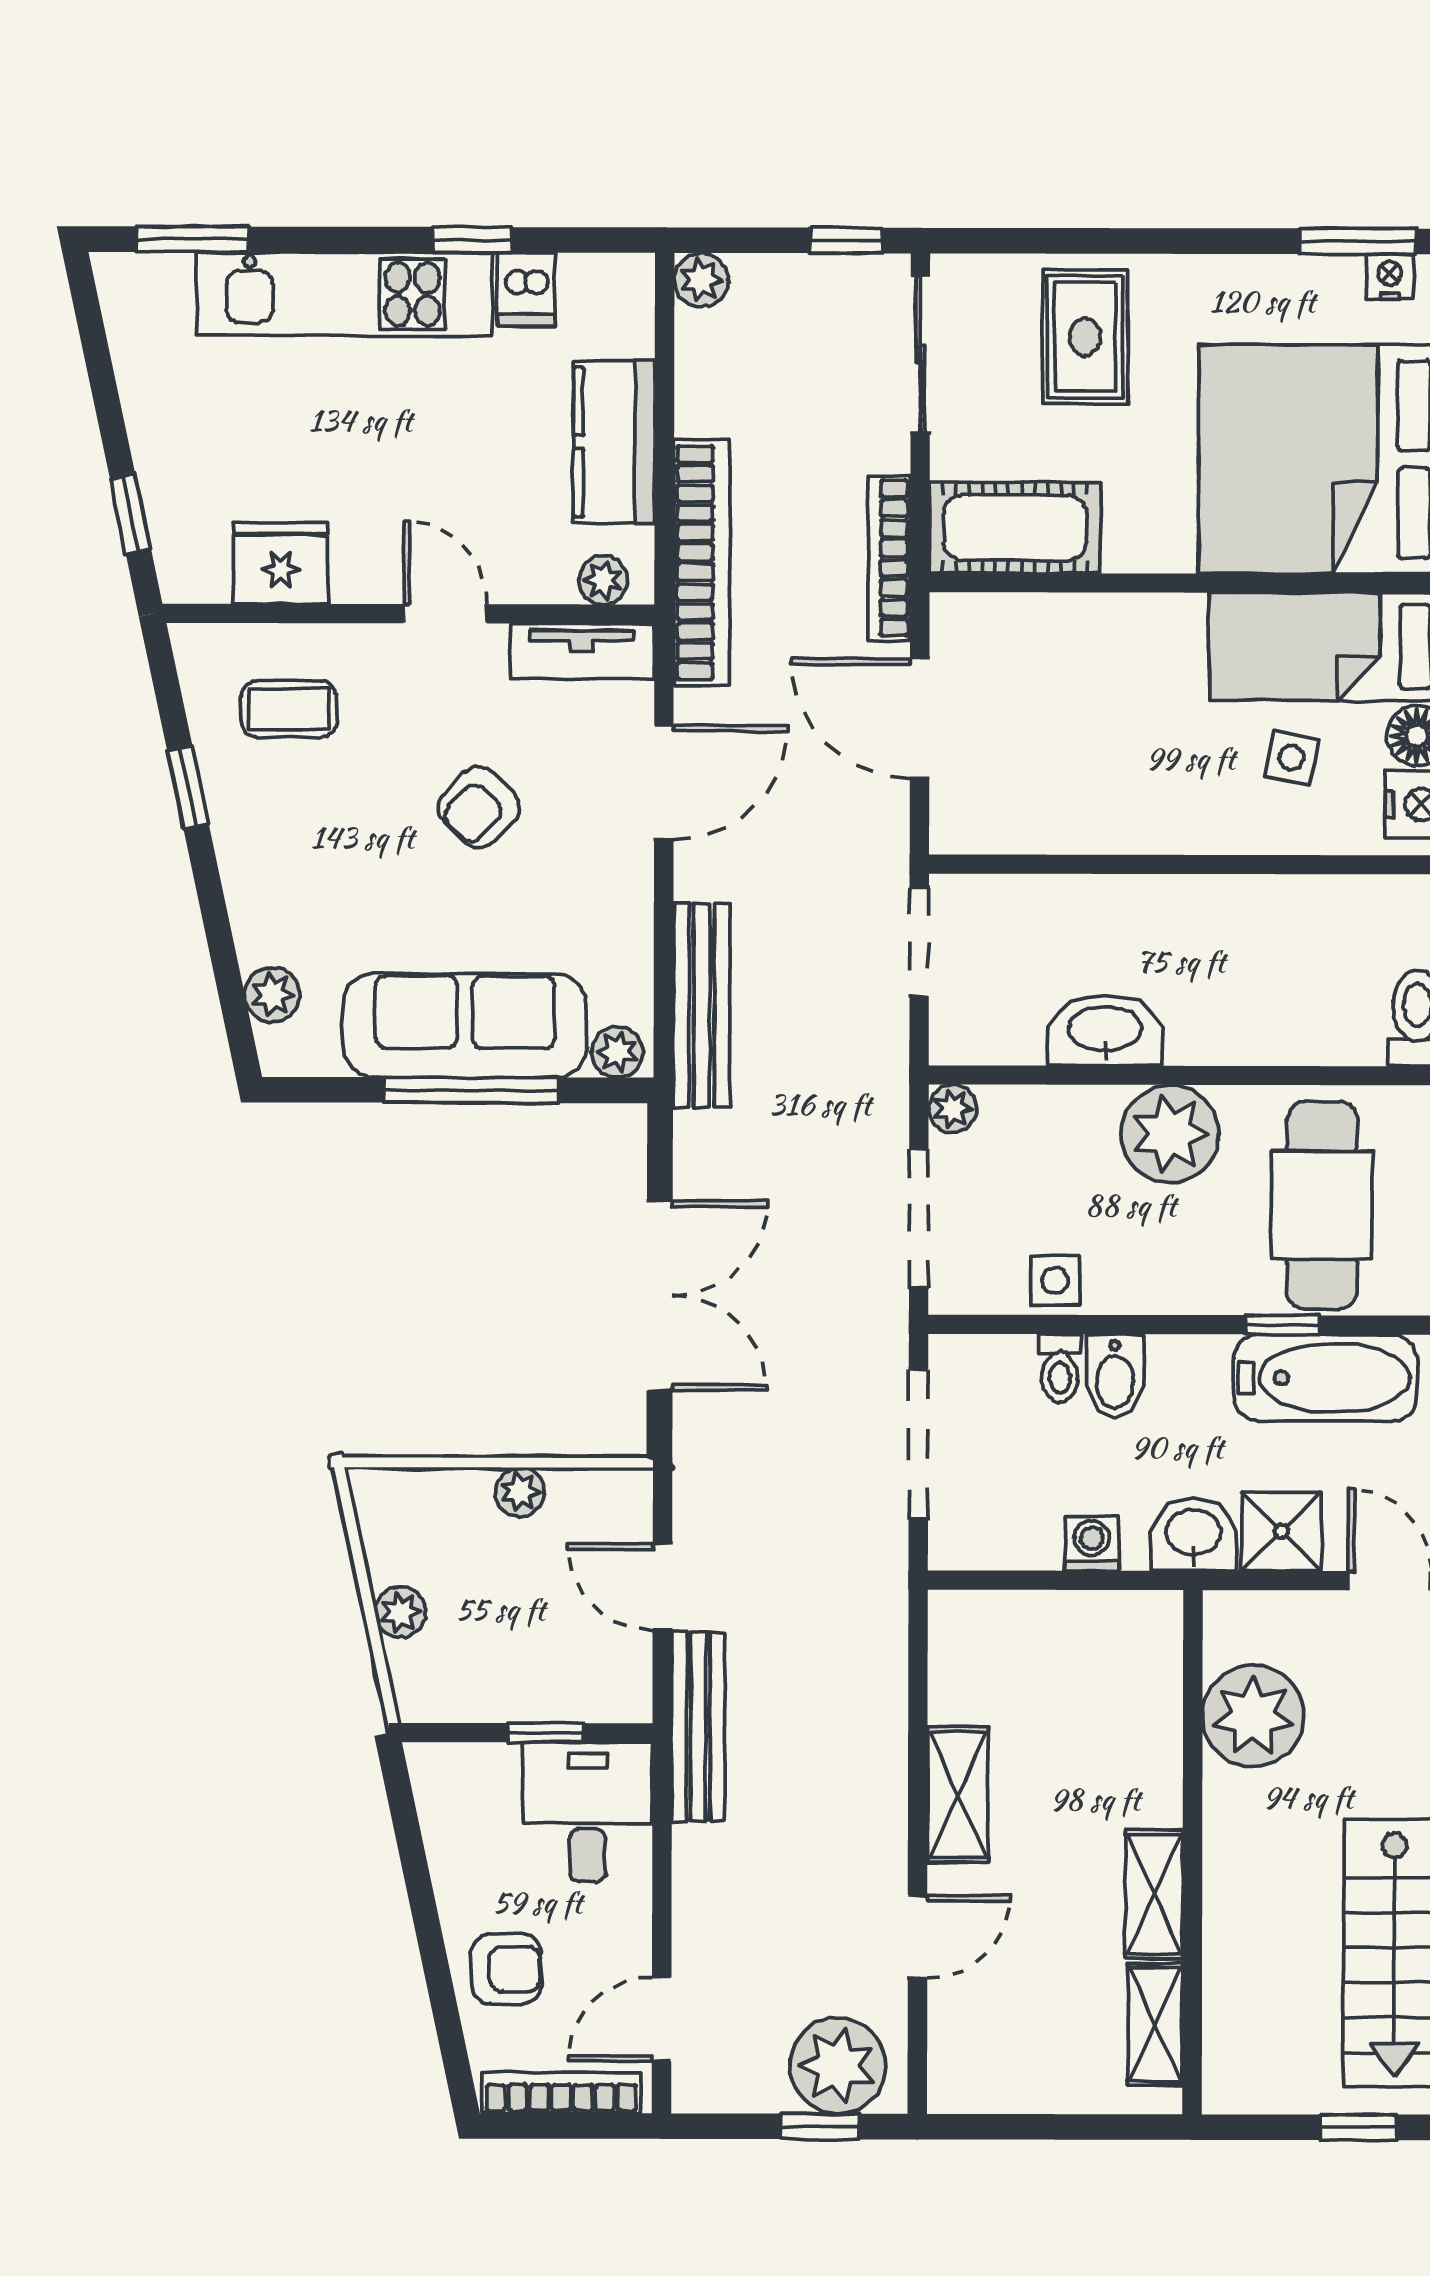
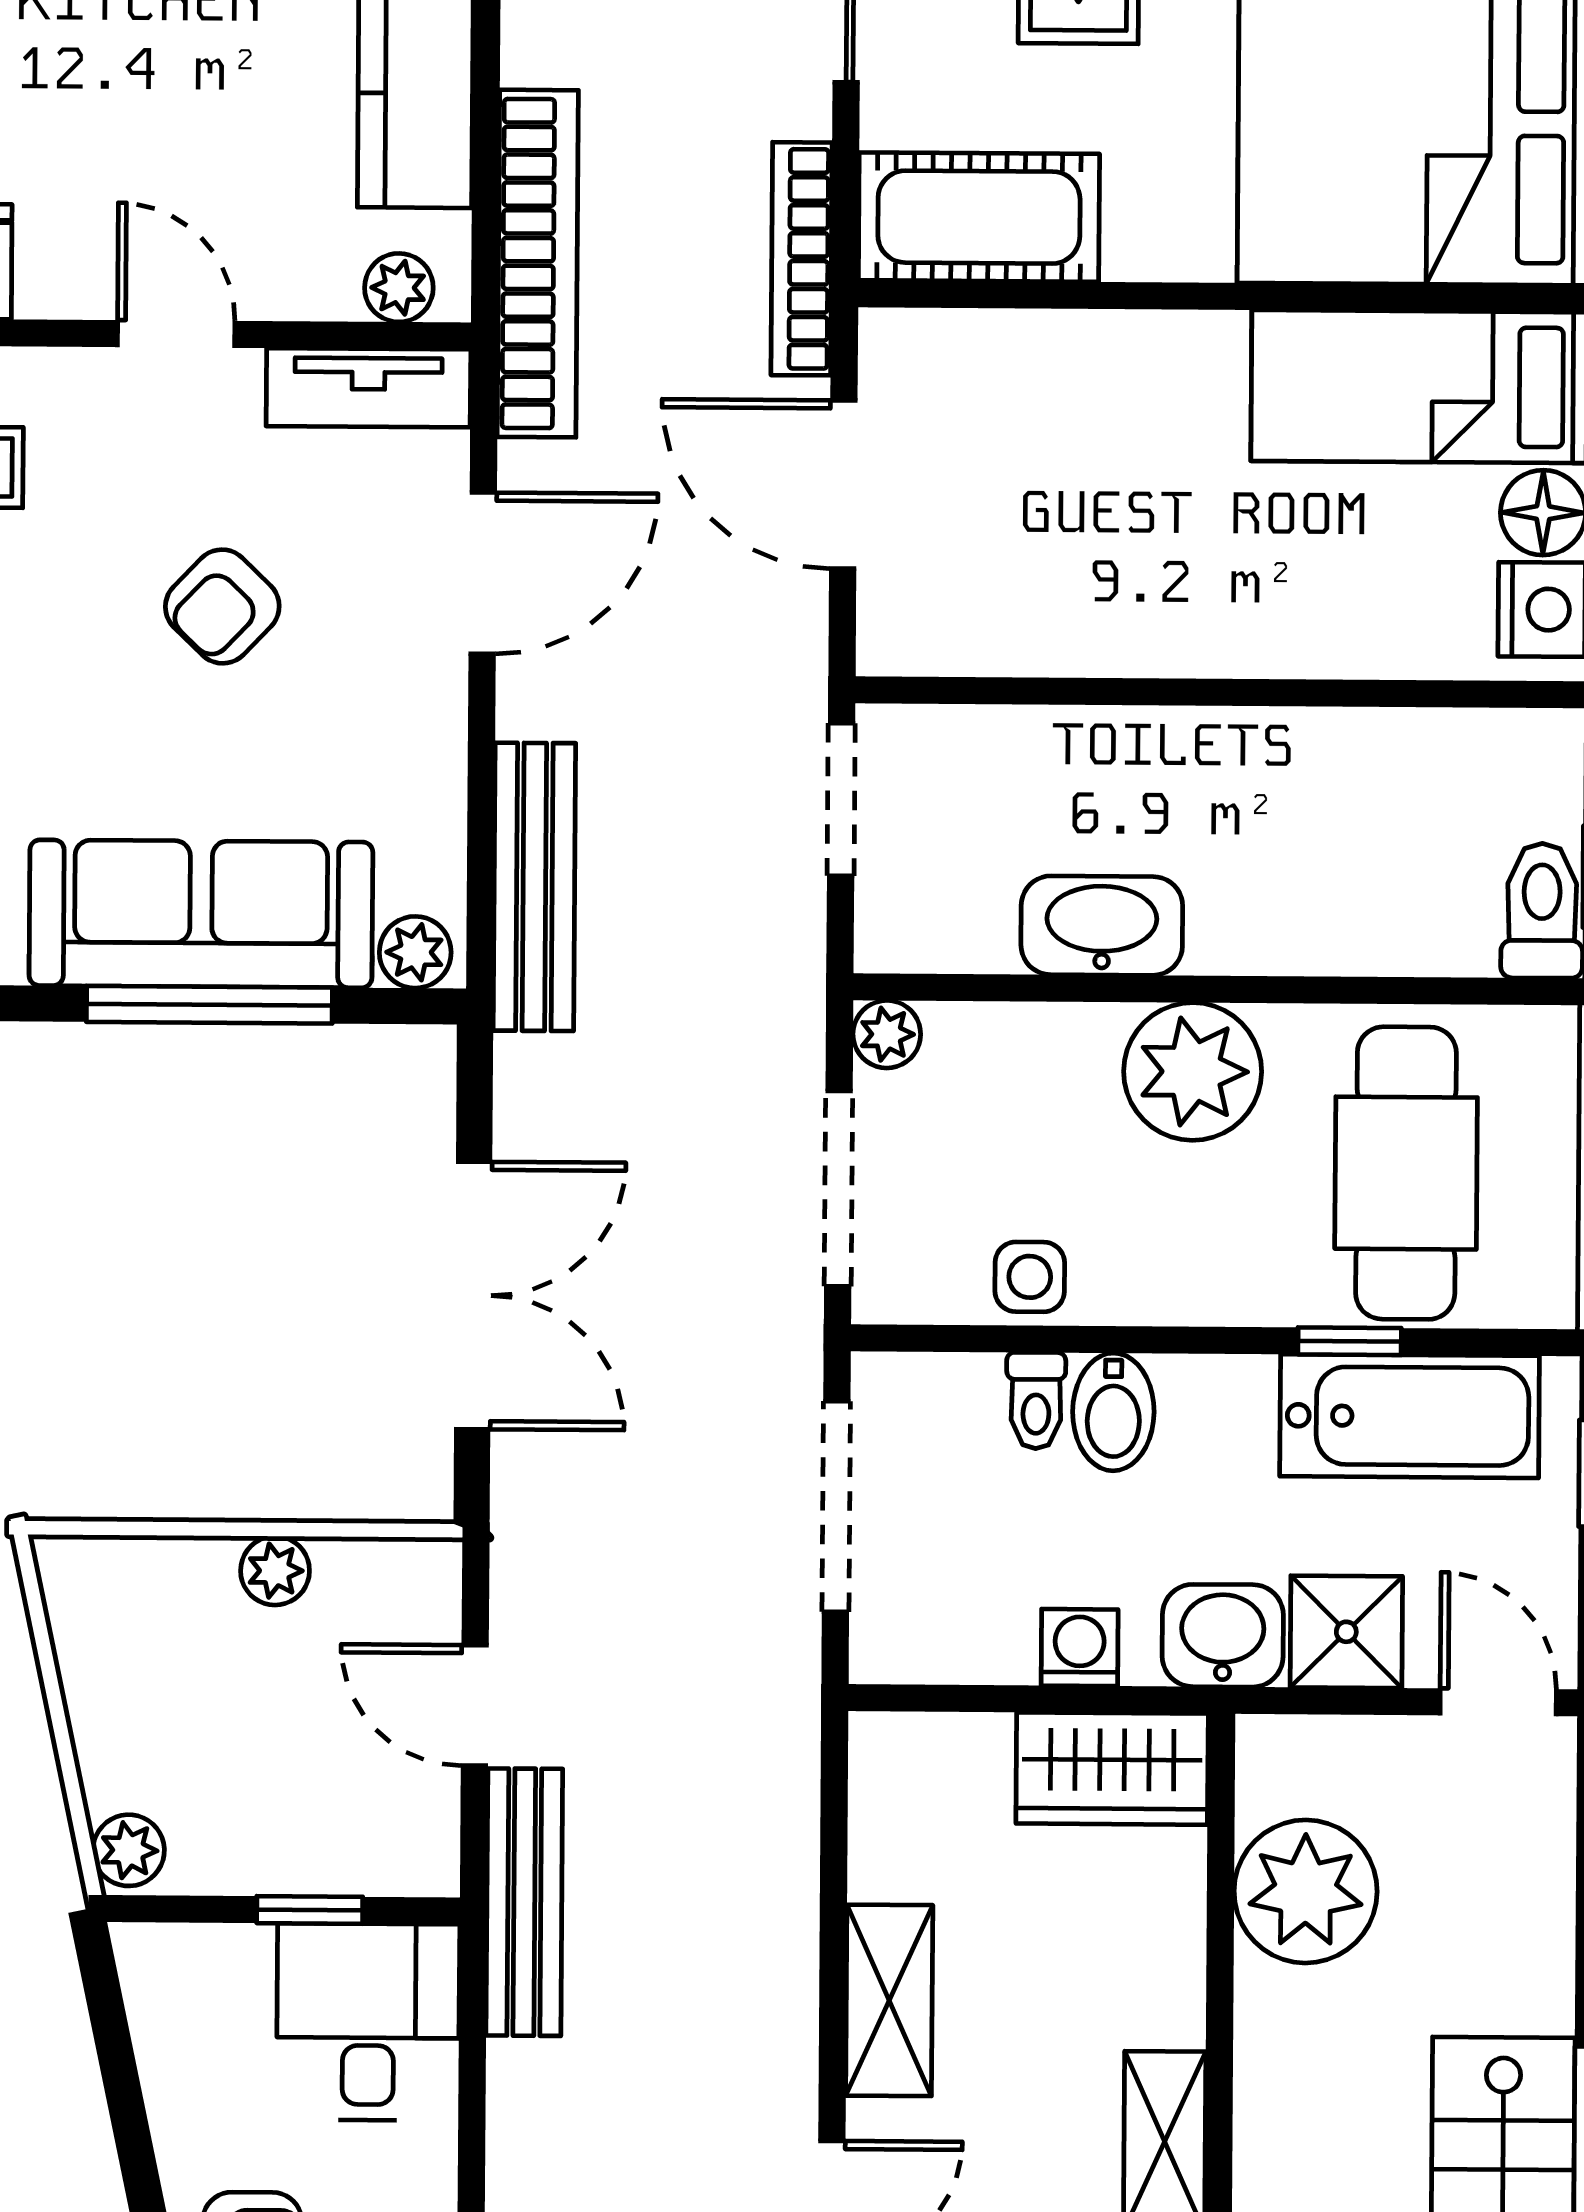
side table: (1292, 758) -> (1367, 543), removed
plant: (400, 1612) -> (129, 1850), moved
wardrobe: (1115, 1629) -> (1112, 1769), added

